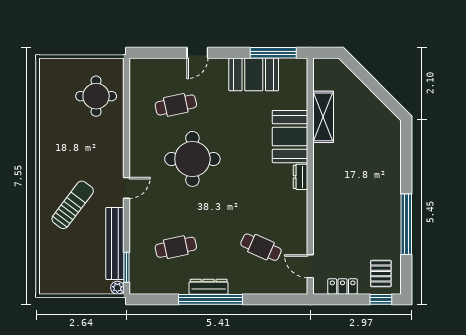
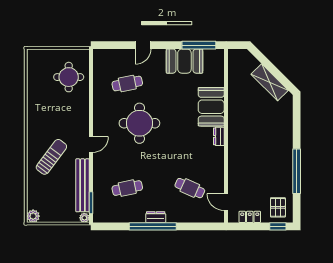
shelving: (323, 117) -> (270, 82), moved, turned -45
plant: (48, 285) -> (33, 216), added
dresser: (209, 287) -> (156, 217), width x0.70

